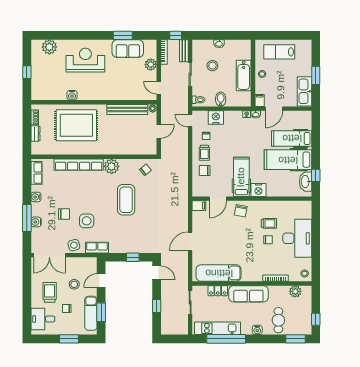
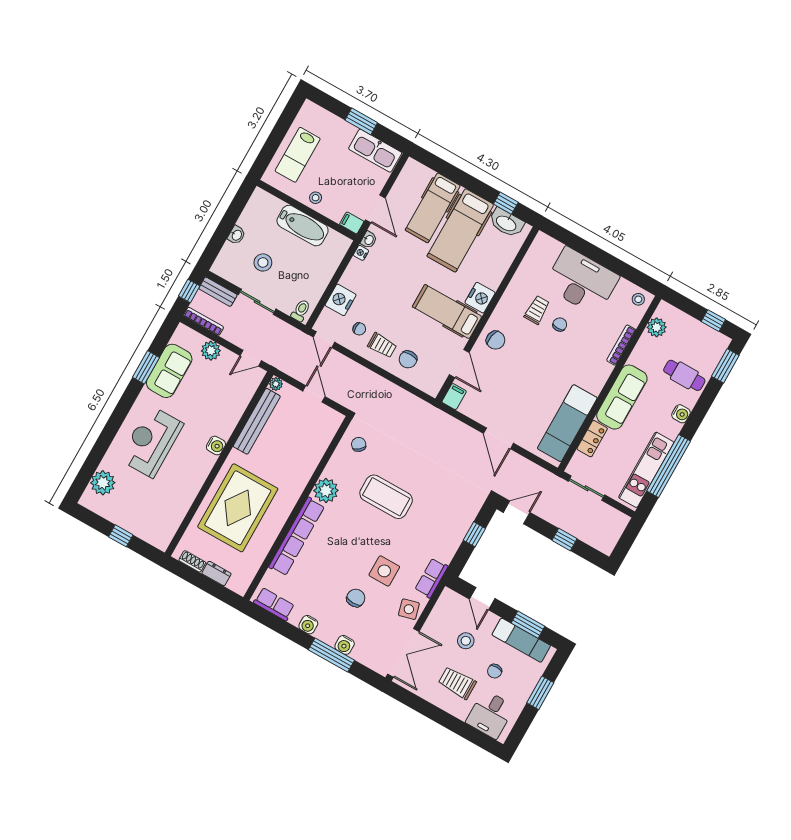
water cooler: (72, 95) -> (216, 446), moved
bidet: (221, 99) -> (318, 278), removed
door: (190, 121) -> (324, 340), hinge flipped

